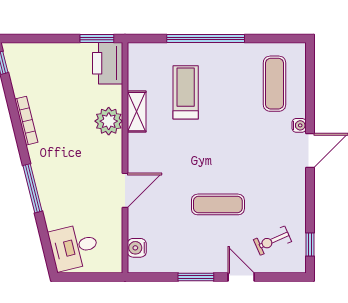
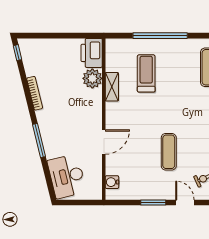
window: (97, 38) -> (84, 36), removed
plant: (109, 121) -> (92, 78), moved
exercise mat: (218, 204) -> (169, 152), turned 90
desk: (74, 247) -> (67, 176), width x1.37

